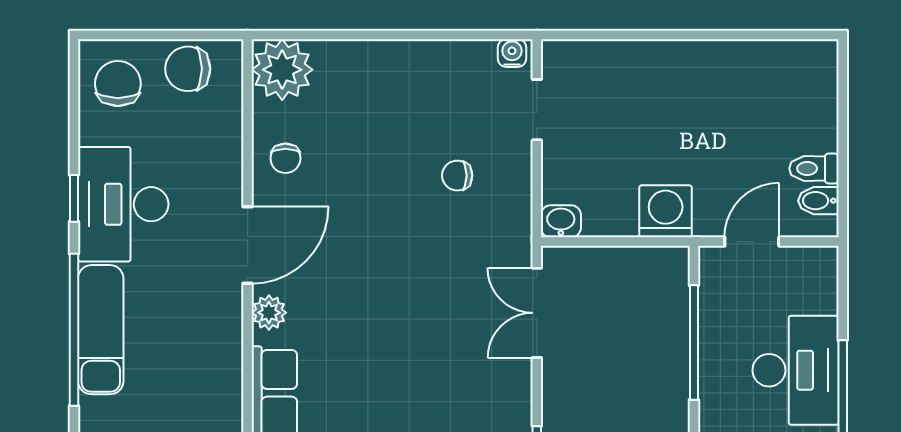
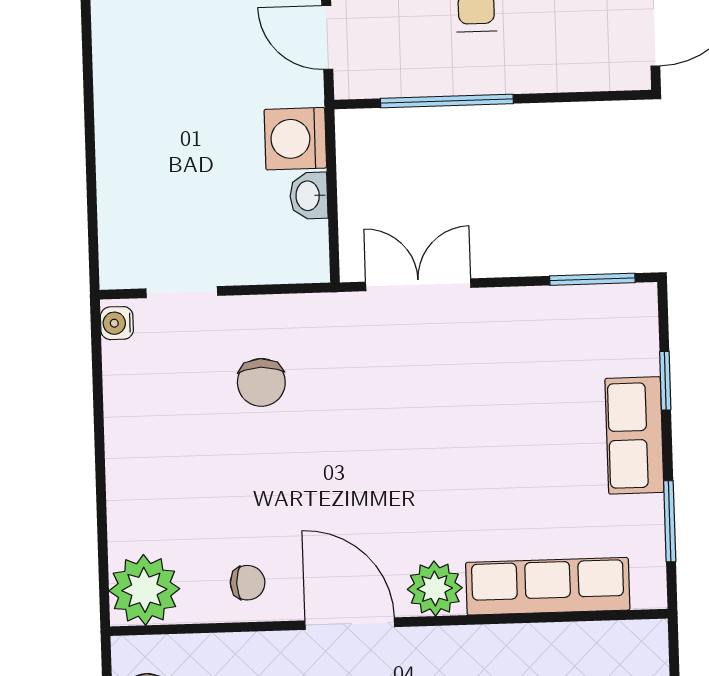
chair: (457, 176) -> (261, 382), width x1.37, depth x1.37
washbasin: (561, 221) -> (309, 196), moved
plant: (269, 313) -> (435, 588), width x1.38, depth x1.38
double door: (537, 313) -> (418, 285), swing flipped

